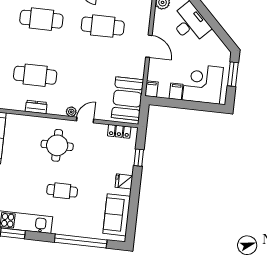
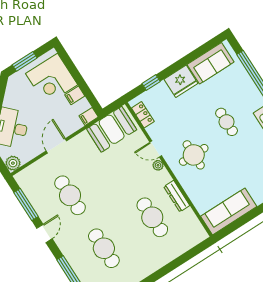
dresser: (36, 107) -> (177, 196), width x1.44
fridge: (124, 181) -> (181, 81), width x1.88, depth x1.34

